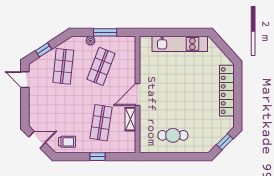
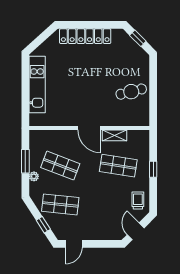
cafe table: (173, 135) -> (131, 92), turned 76

